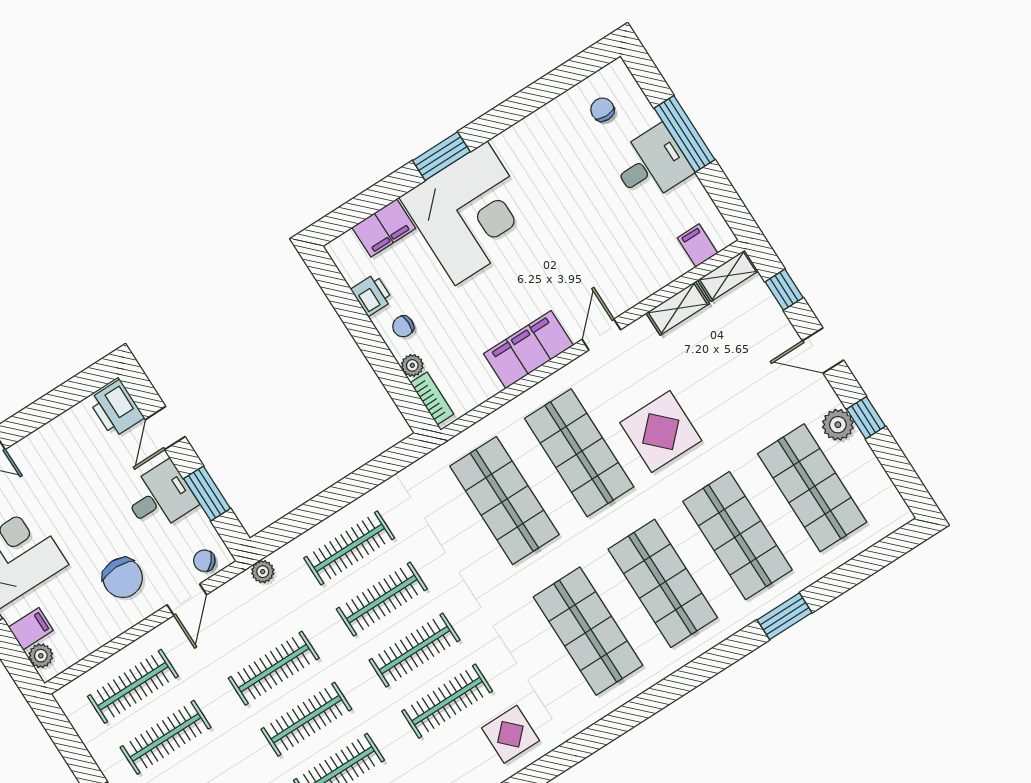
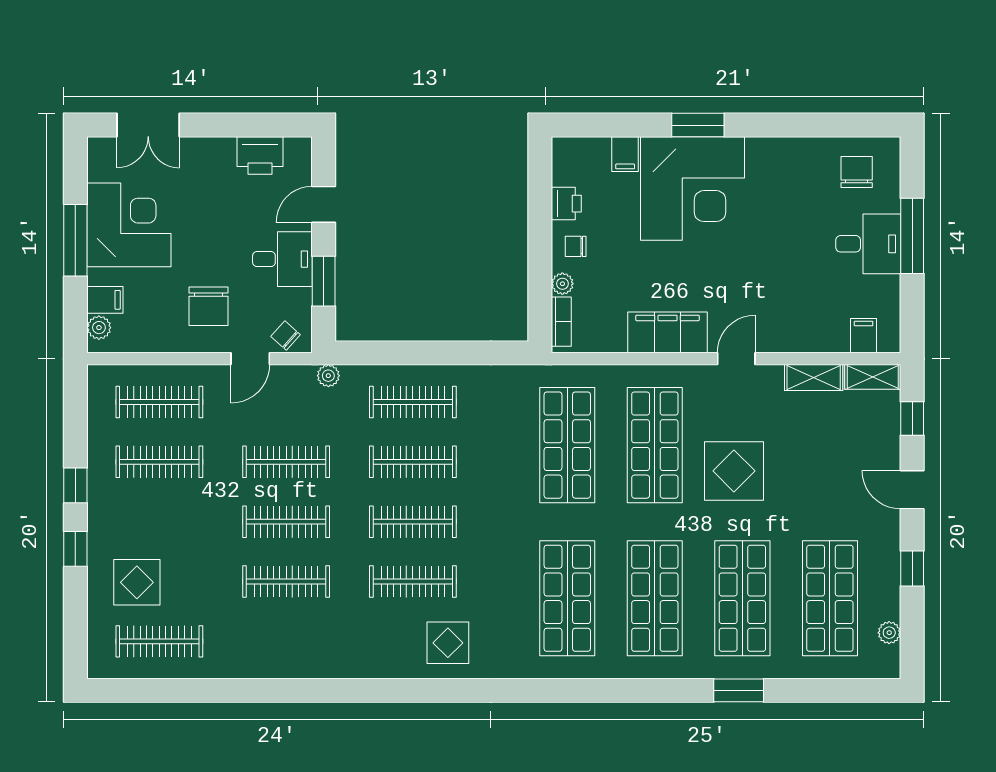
chair: (602, 110) -> (857, 172), width x1.37, depth x1.37
filing cabinet: (384, 228) -> (625, 154), width x0.50
printer: (116, 409) -> (260, 155), moved, turned -90
plant: (838, 425) -> (889, 633), moved, width x0.73, depth x0.73

